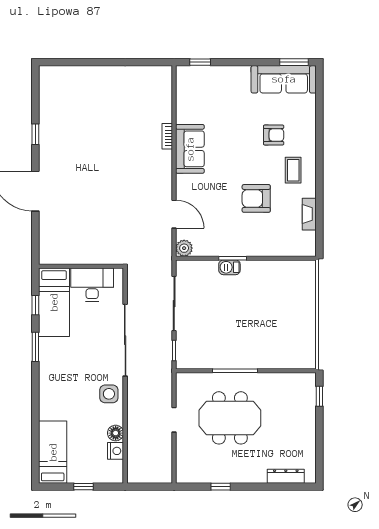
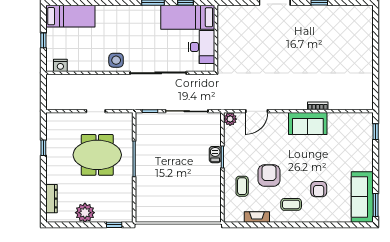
coffee table: (270, 233) -> (242, 186), added
meeting table: (230, 418) -> (97, 155), turned 90
floor lamp: (116, 433) -> (85, 65), removed
plant: (304, 434) -> (85, 213), added
nightstand: (116, 451) -> (60, 65), moved

